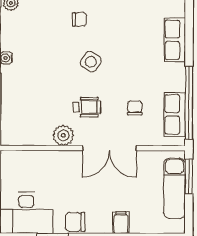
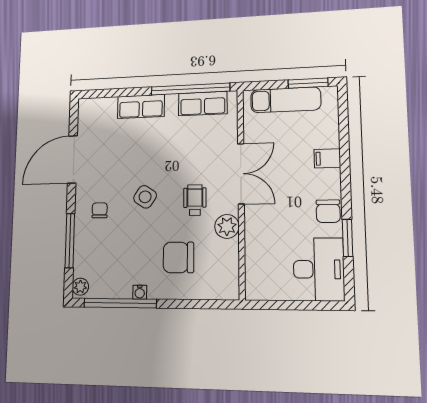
row of seats: (175, 40) -> (141, 106), moved
chair: (135, 108) -> (178, 257), moved, width x1.87, depth x1.87
window: (189, 177) -> (308, 83), moved

